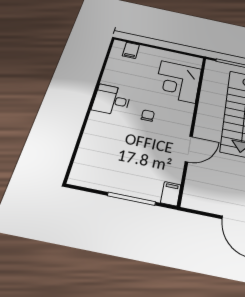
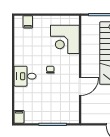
desk: (112, 100) -> (25, 76), moved
filing cabinet: (171, 194) -> (19, 117), moved

